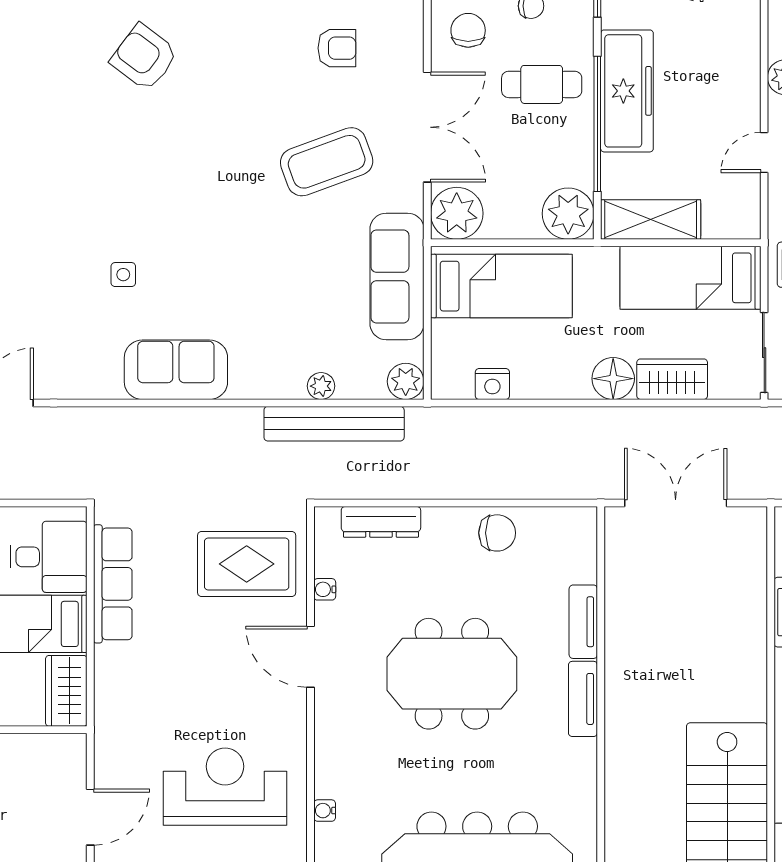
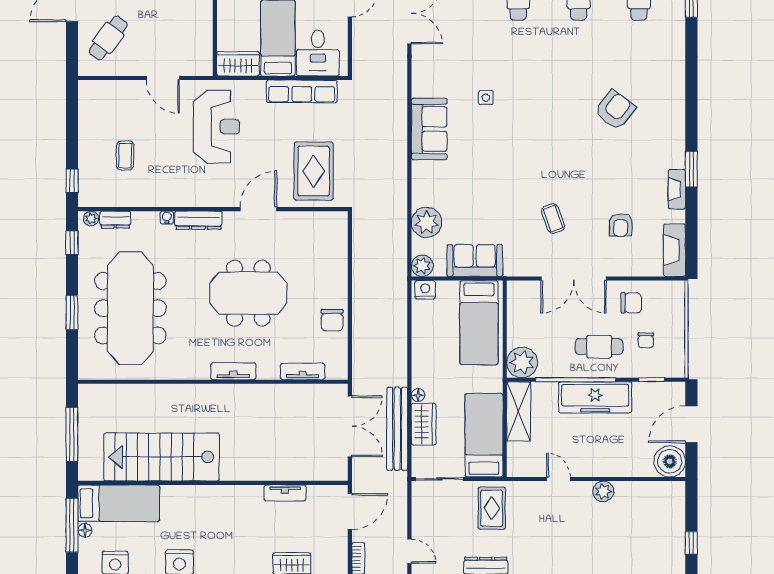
cafe table: (542, 84) -> (599, 347), turned 90
coffee table: (327, 162) -> (553, 219), width x0.54, depth x0.58
plant: (457, 213) -> (522, 296), removed
sofa: (397, 276) -> (475, 260), width x0.73
floor lamp: (613, 379) -> (418, 395), width x0.53, depth x0.53
nightstand: (492, 384) -> (425, 290), moved, turned 90
plant: (321, 386) -> (427, 222), width x1.88, depth x1.88
bench: (334, 424) -> (397, 429), moved
dresser: (381, 522) -> (198, 220), moved, turned -90
water cooler: (325, 589) -> (299, 217), removed
tv unit: (583, 622) -> (303, 371), moved
meeting table: (452, 674) -> (248, 293), turned 90
reception desk: (225, 787) -> (217, 127), moved

